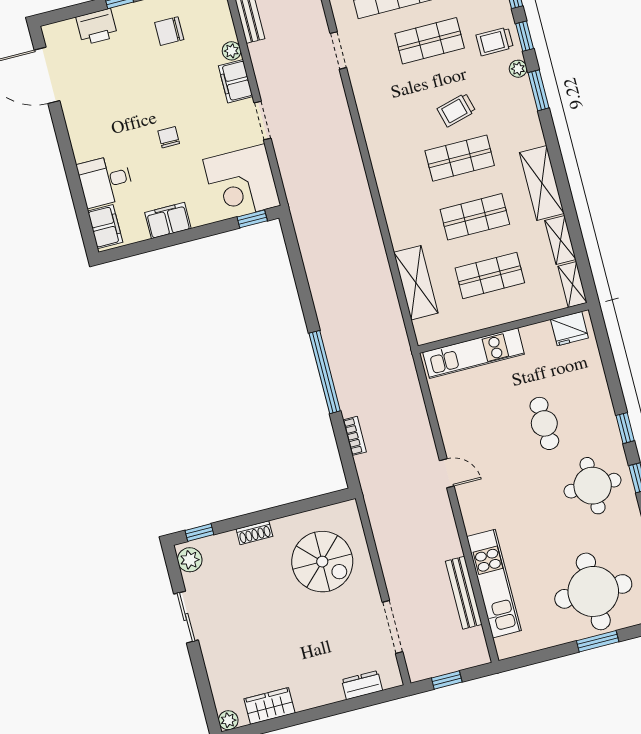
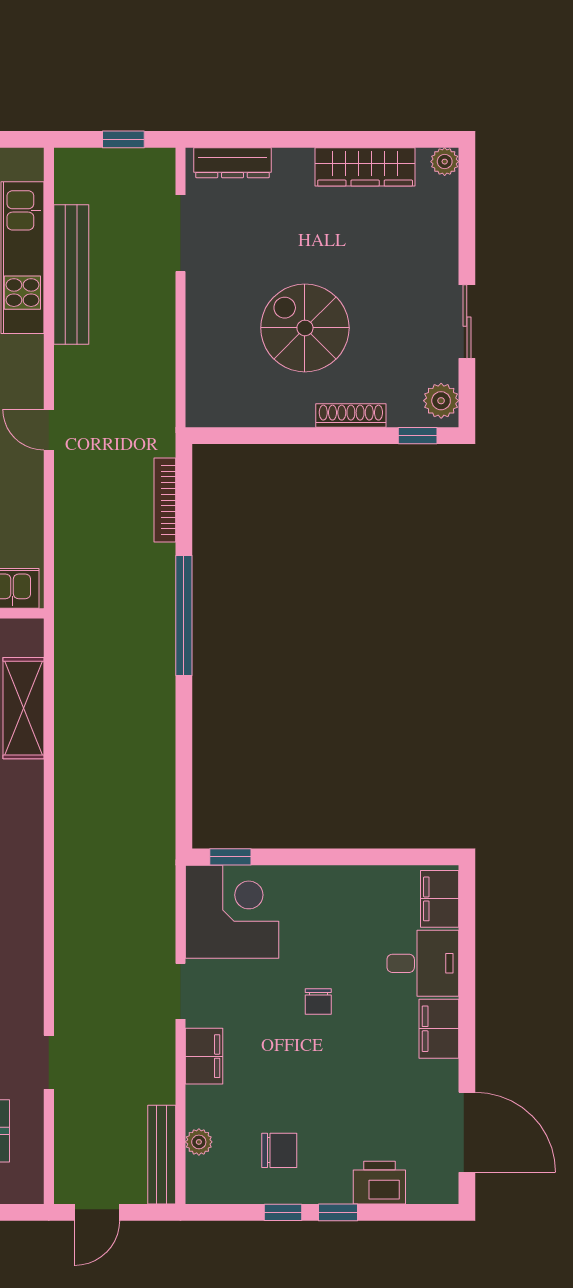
plant: (232, 51) -> (199, 1142), moved
filing cabinet: (168, 221) -> (439, 1029), moved, turned 90
bookcase: (355, 436) -> (165, 500), width x1.56
shoe rack: (254, 533) -> (351, 415), width x1.43
spiral stairs: (322, 562) -> (305, 328), moved
bench: (464, 593) -> (71, 274), width x1.37, depth x1.21
dresser: (362, 685) -> (233, 163), width x1.44
wardrobe: (269, 706) -> (365, 167), width x1.50

